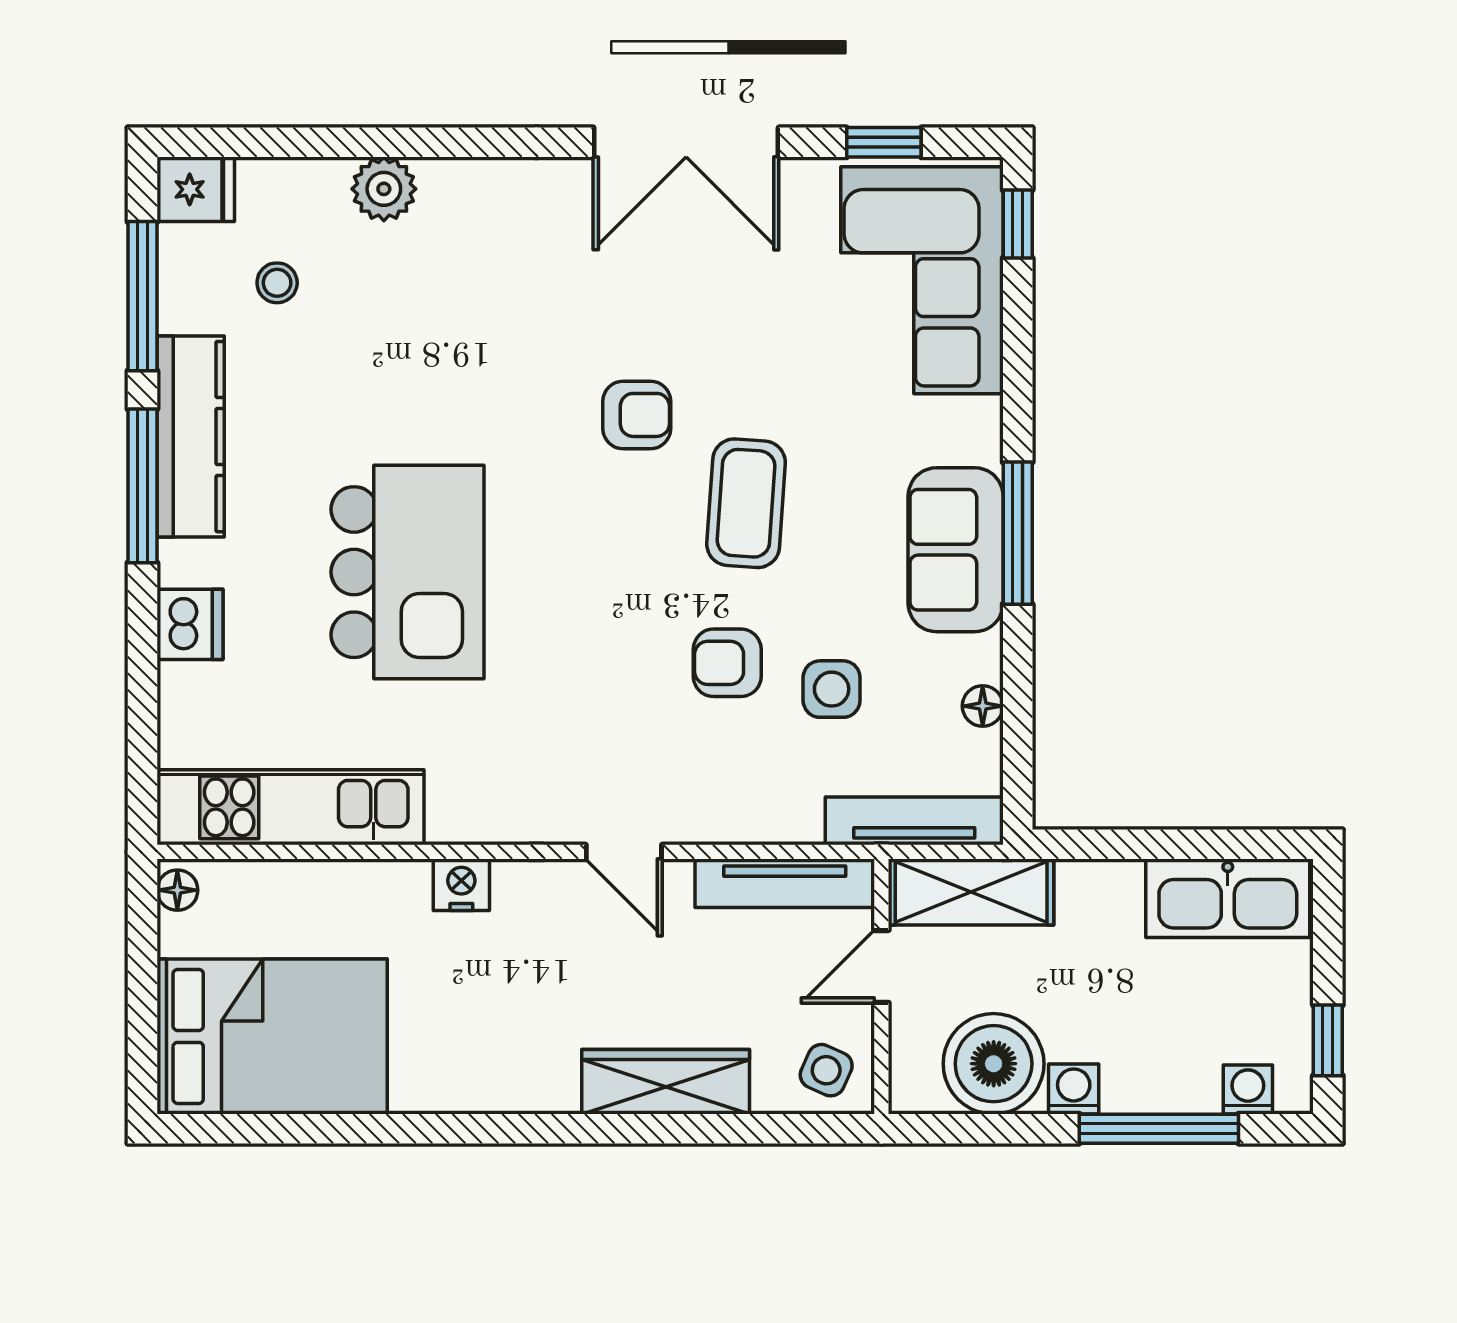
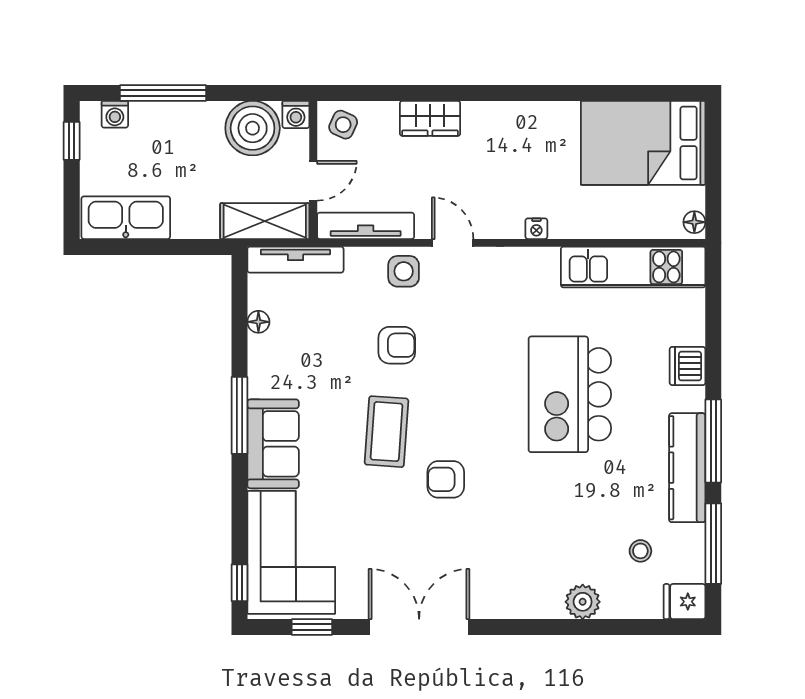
sofa: (956, 550) -> (273, 444), moved
side table: (832, 689) -> (404, 271), moved
nightstand: (461, 885) -> (536, 229), width x0.72, depth x0.74
wardrobe: (666, 1082) -> (430, 118), width x0.67
washing machine: (1074, 1089) -> (296, 114), moved

